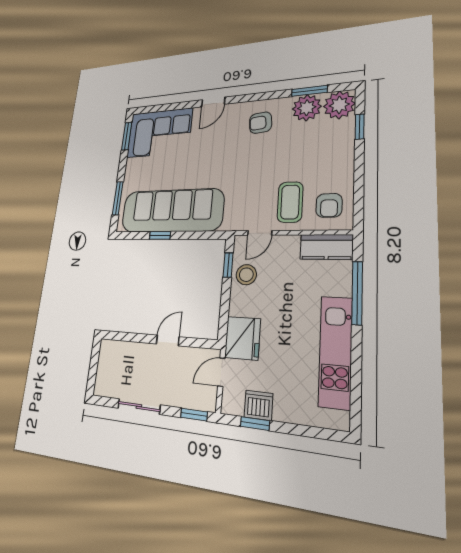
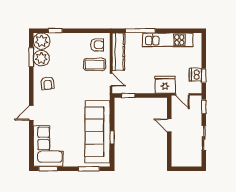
door: (213, 102) -> (31, 113), swing flipped
kitchen counter: (326, 247) -> (118, 52), width x1.50
stool: (246, 275) -> (133, 85), removed

